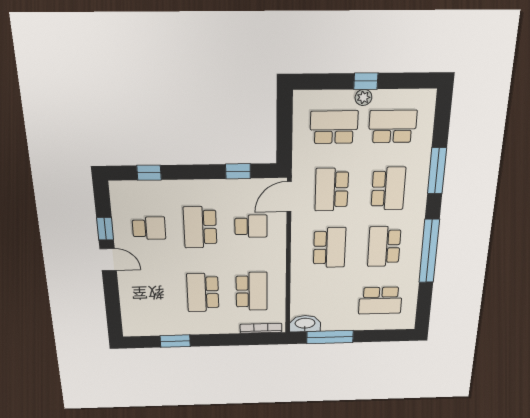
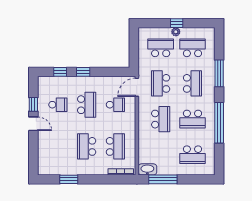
window: (238, 171) -> (83, 72), moved
school desk: (200, 227) -> (87, 105), turned 180
school desk: (384, 246) -> (192, 119), turned -90

